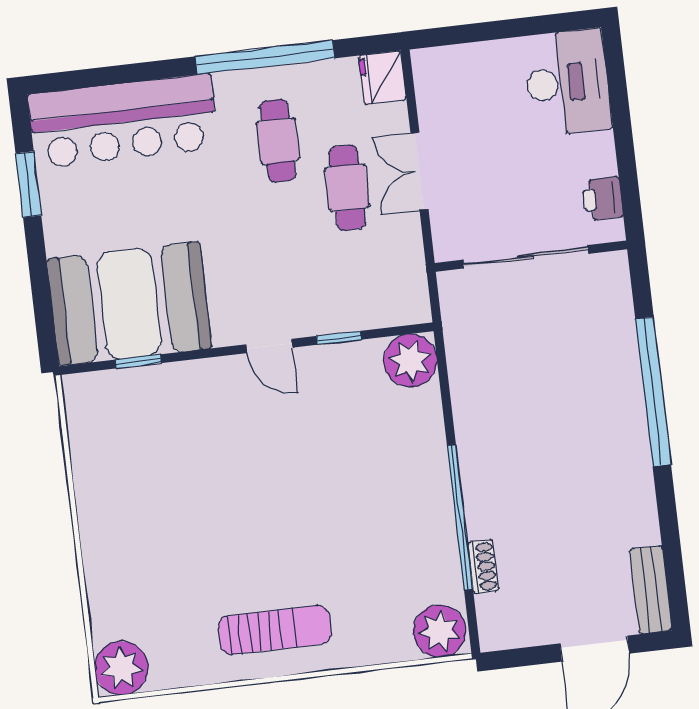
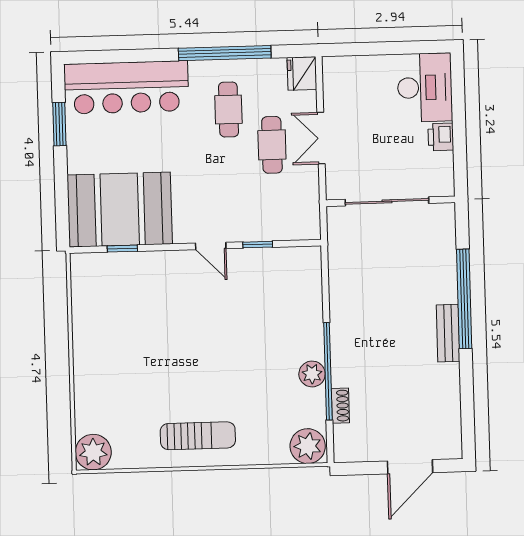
printer: (603, 199) -> (441, 137), moved
plant: (410, 361) -> (312, 374), moved, width x0.73, depth x0.73
bench: (651, 590) -> (448, 333), moved

